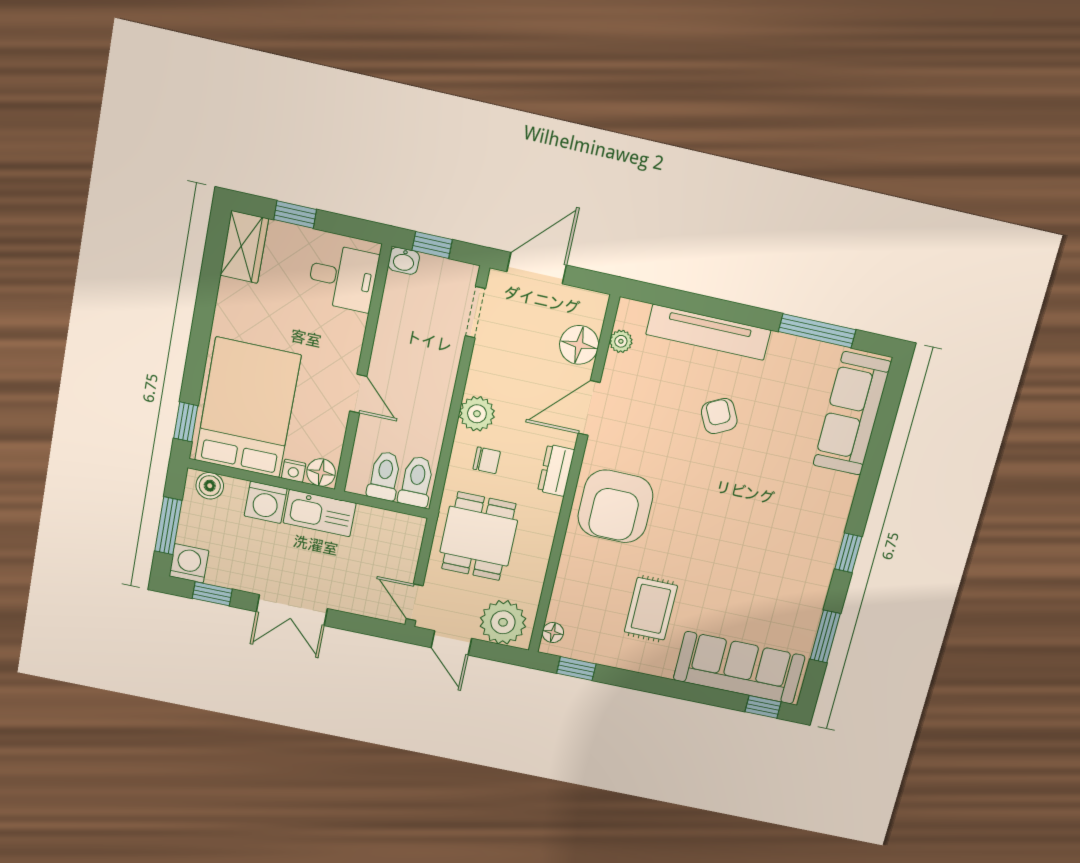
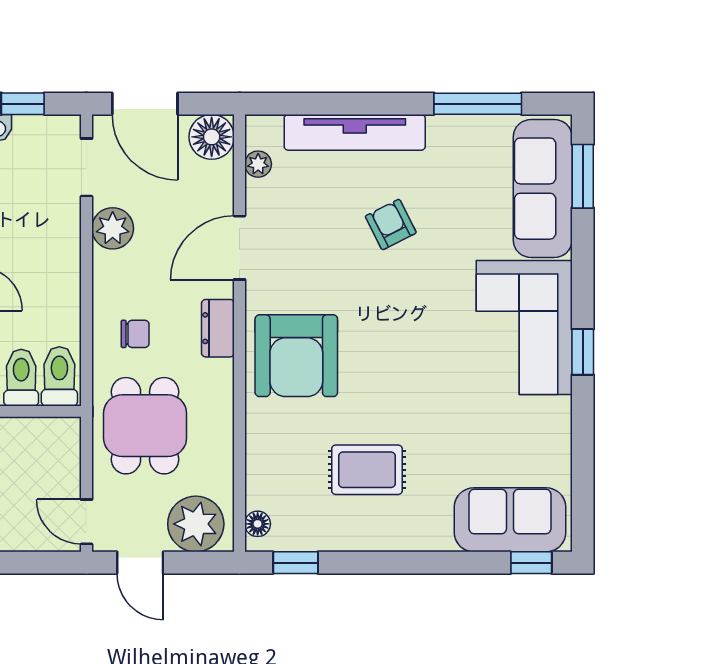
door: (537, 268) -> (145, 104), swing flipped
floor lamp: (579, 345) -> (212, 137), moved
plant: (477, 414) -> (113, 228), moved
corner sofa: (806, 523) -> (524, 328), added
rug: (651, 609) -> (367, 470), turned 90
window: (825, 636) -> (583, 176), moved
sofa: (739, 668) -> (510, 520), width x0.73

